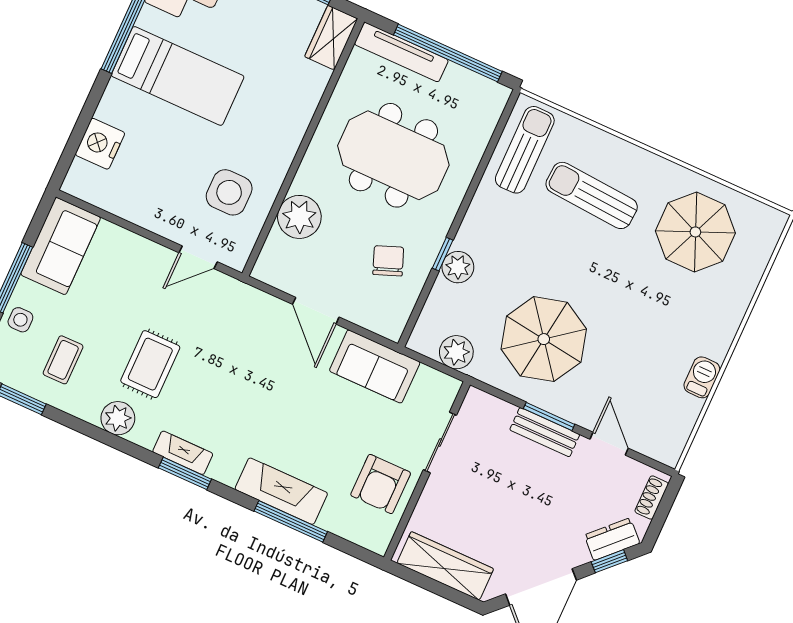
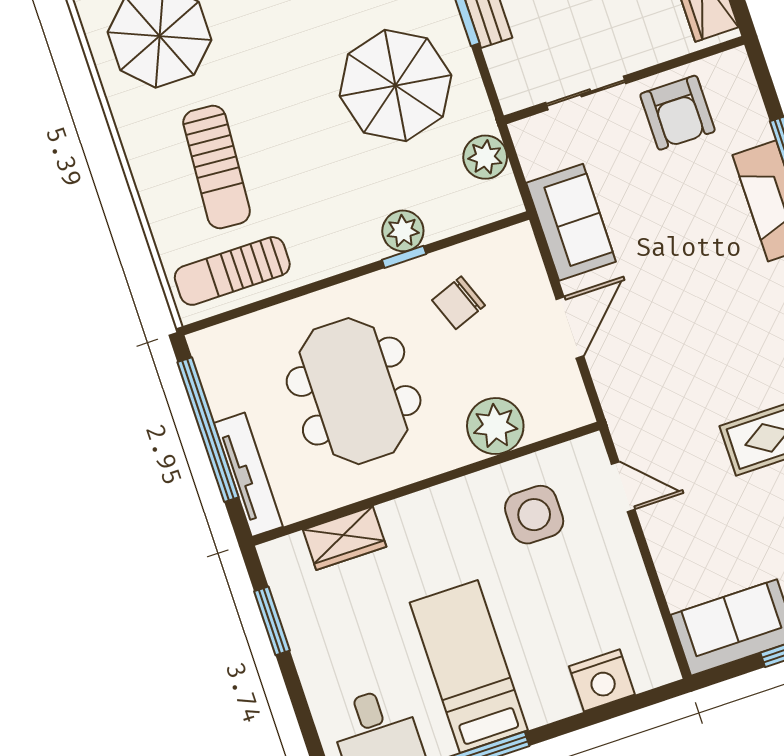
wardrobe: (331, 38) -> (345, 538), moved
armchair: (381, 484) -> (678, 113), turned 90

